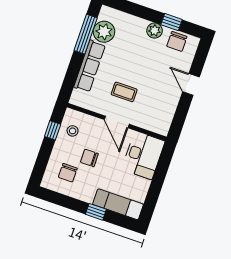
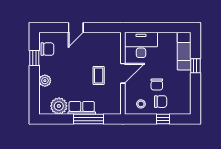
plant: (155, 31) -> (45, 81), moved
window: (86, 34) -> (89, 119), moved
row of seats: (90, 66) -> (82, 108), width x0.68
window: (53, 130) -> (163, 119), moved
chair: (68, 173) -> (161, 102), moved

